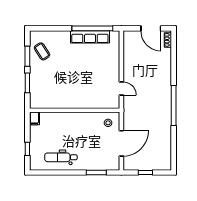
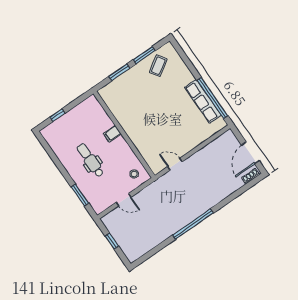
door: (121, 88) -> (175, 164), swing flipped
filing cabinet: (34, 118) -> (112, 134), moved
door: (121, 143) -> (124, 200), width x0.53
dental chair: (61, 157) -> (90, 160), moved

